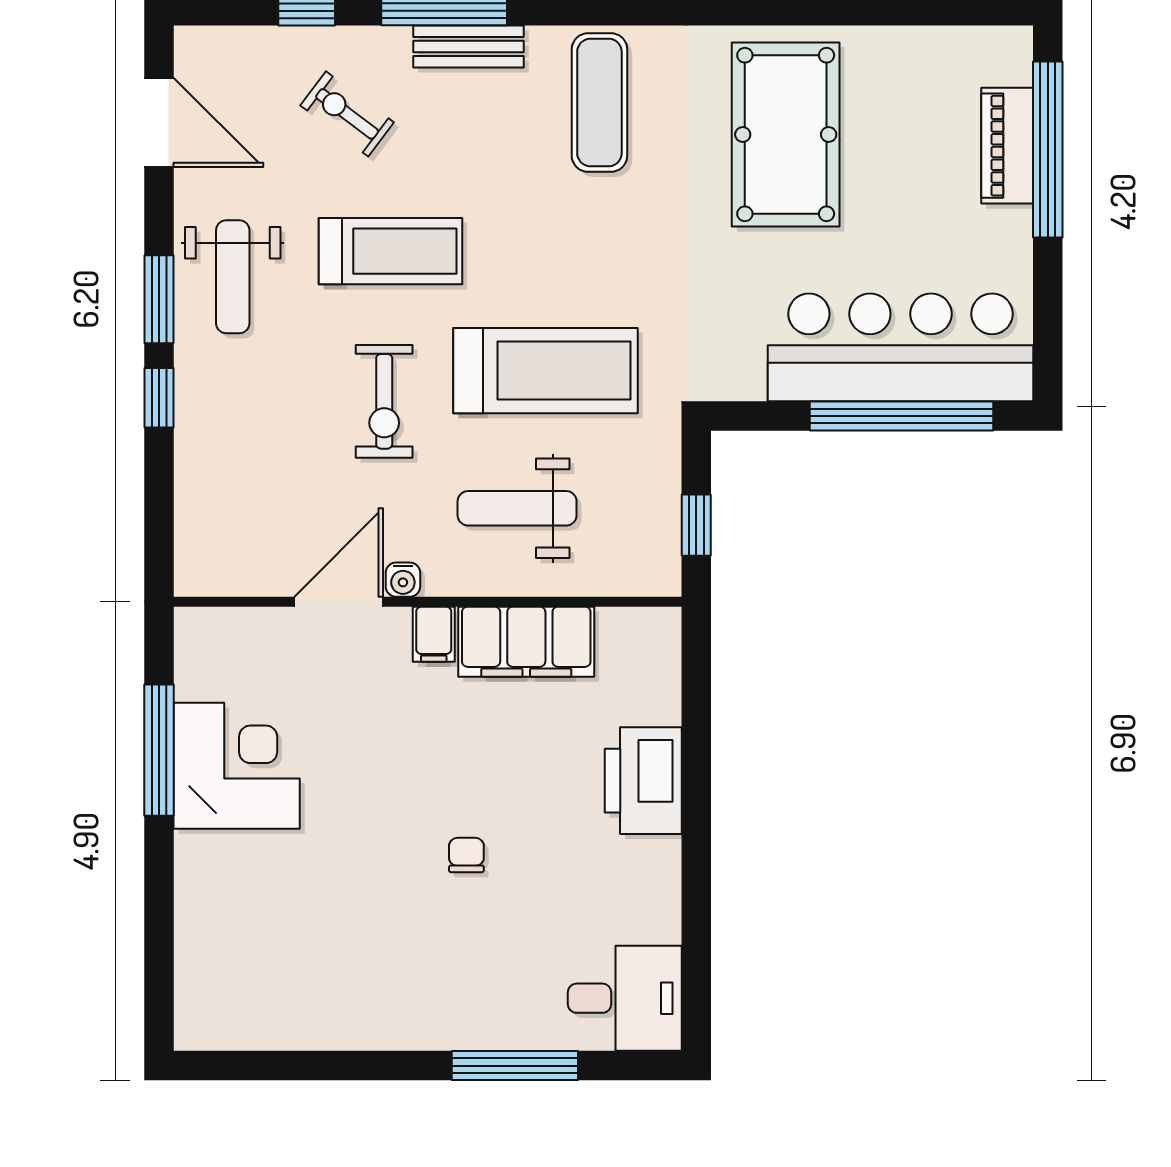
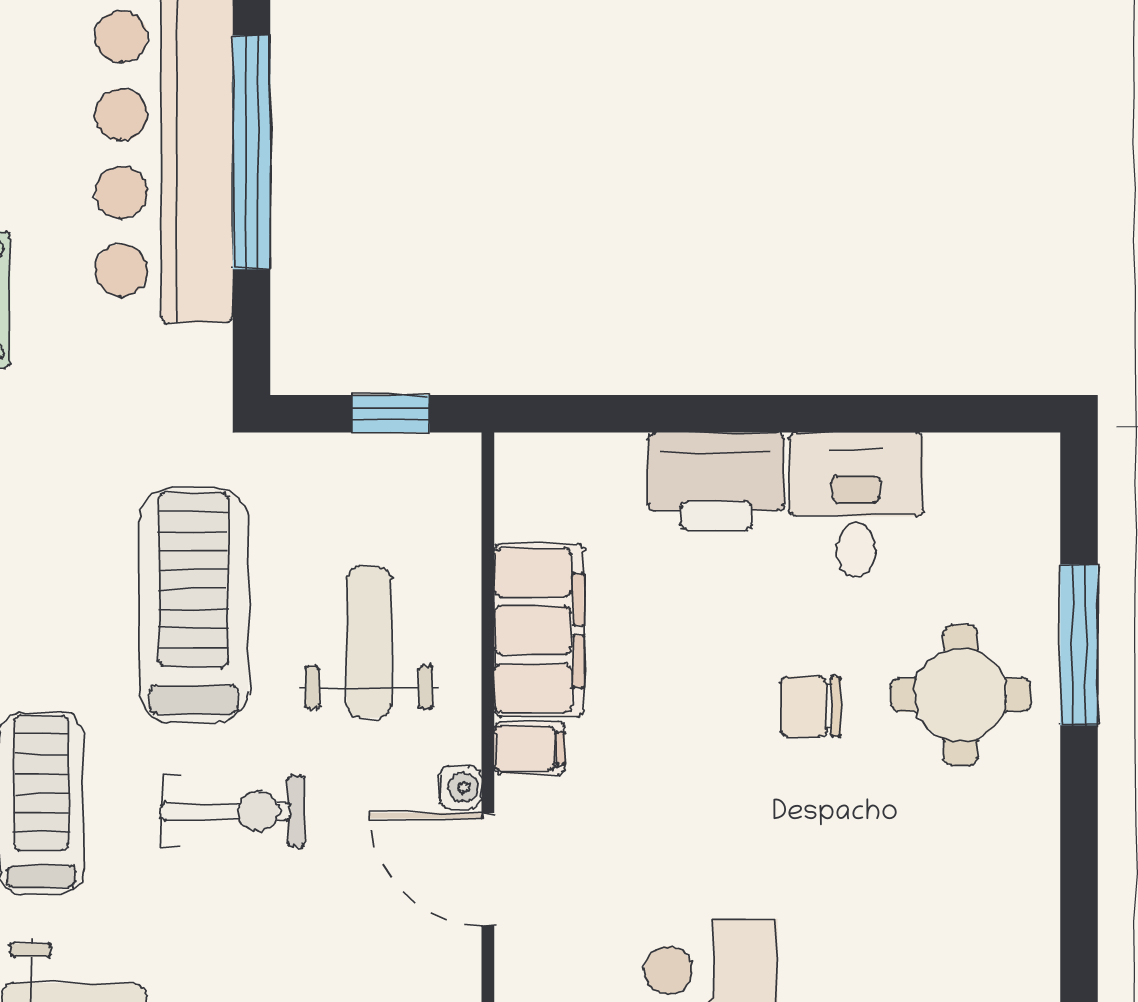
weight bench: (517, 508) -> (369, 642), turned 180
chair: (466, 855) -> (811, 707), width x1.37, depth x1.37
round table: (476, 973) -> (961, 695), added
desk: (625, 998) -> (856, 505), moved

